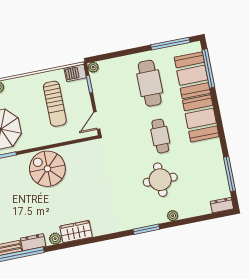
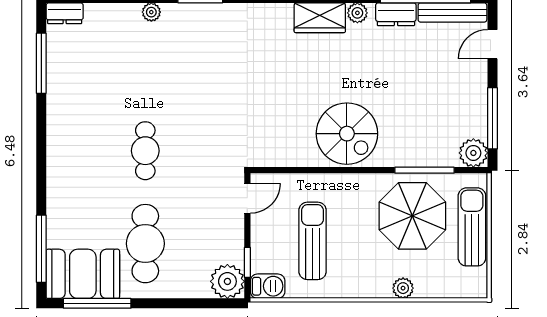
plant: (93, 67) -> (227, 281), width x1.87, depth x1.87
booth: (192, 75) -> (83, 274), moved, turned 90
booth: (201, 118) -> (71, 167), removed
round table: (160, 180) -> (160, 77), removed

